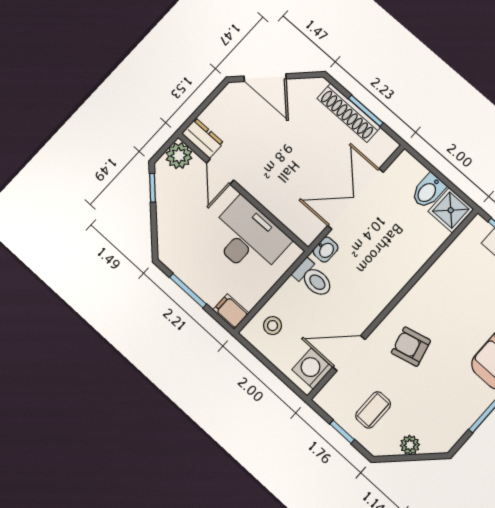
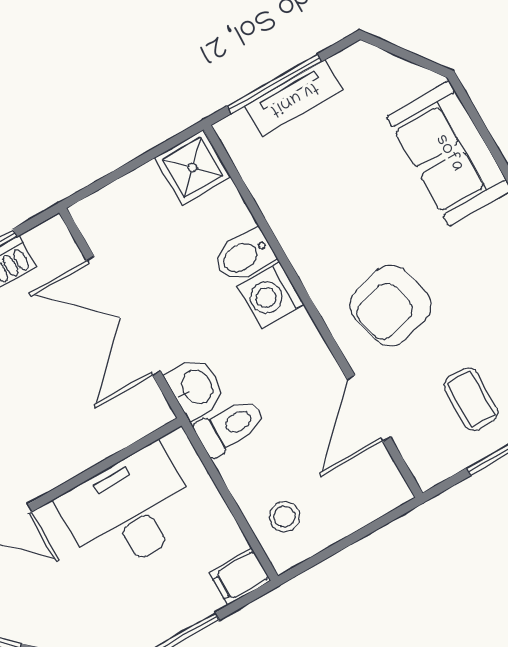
bidet: (428, 191) -> (244, 256), moved, turned 90
washbasin: (326, 250) -> (196, 388), width x1.38, depth x1.45
armchair: (411, 347) -> (391, 305), width x1.38, depth x1.38
washing machine: (312, 369) -> (271, 295), moved

